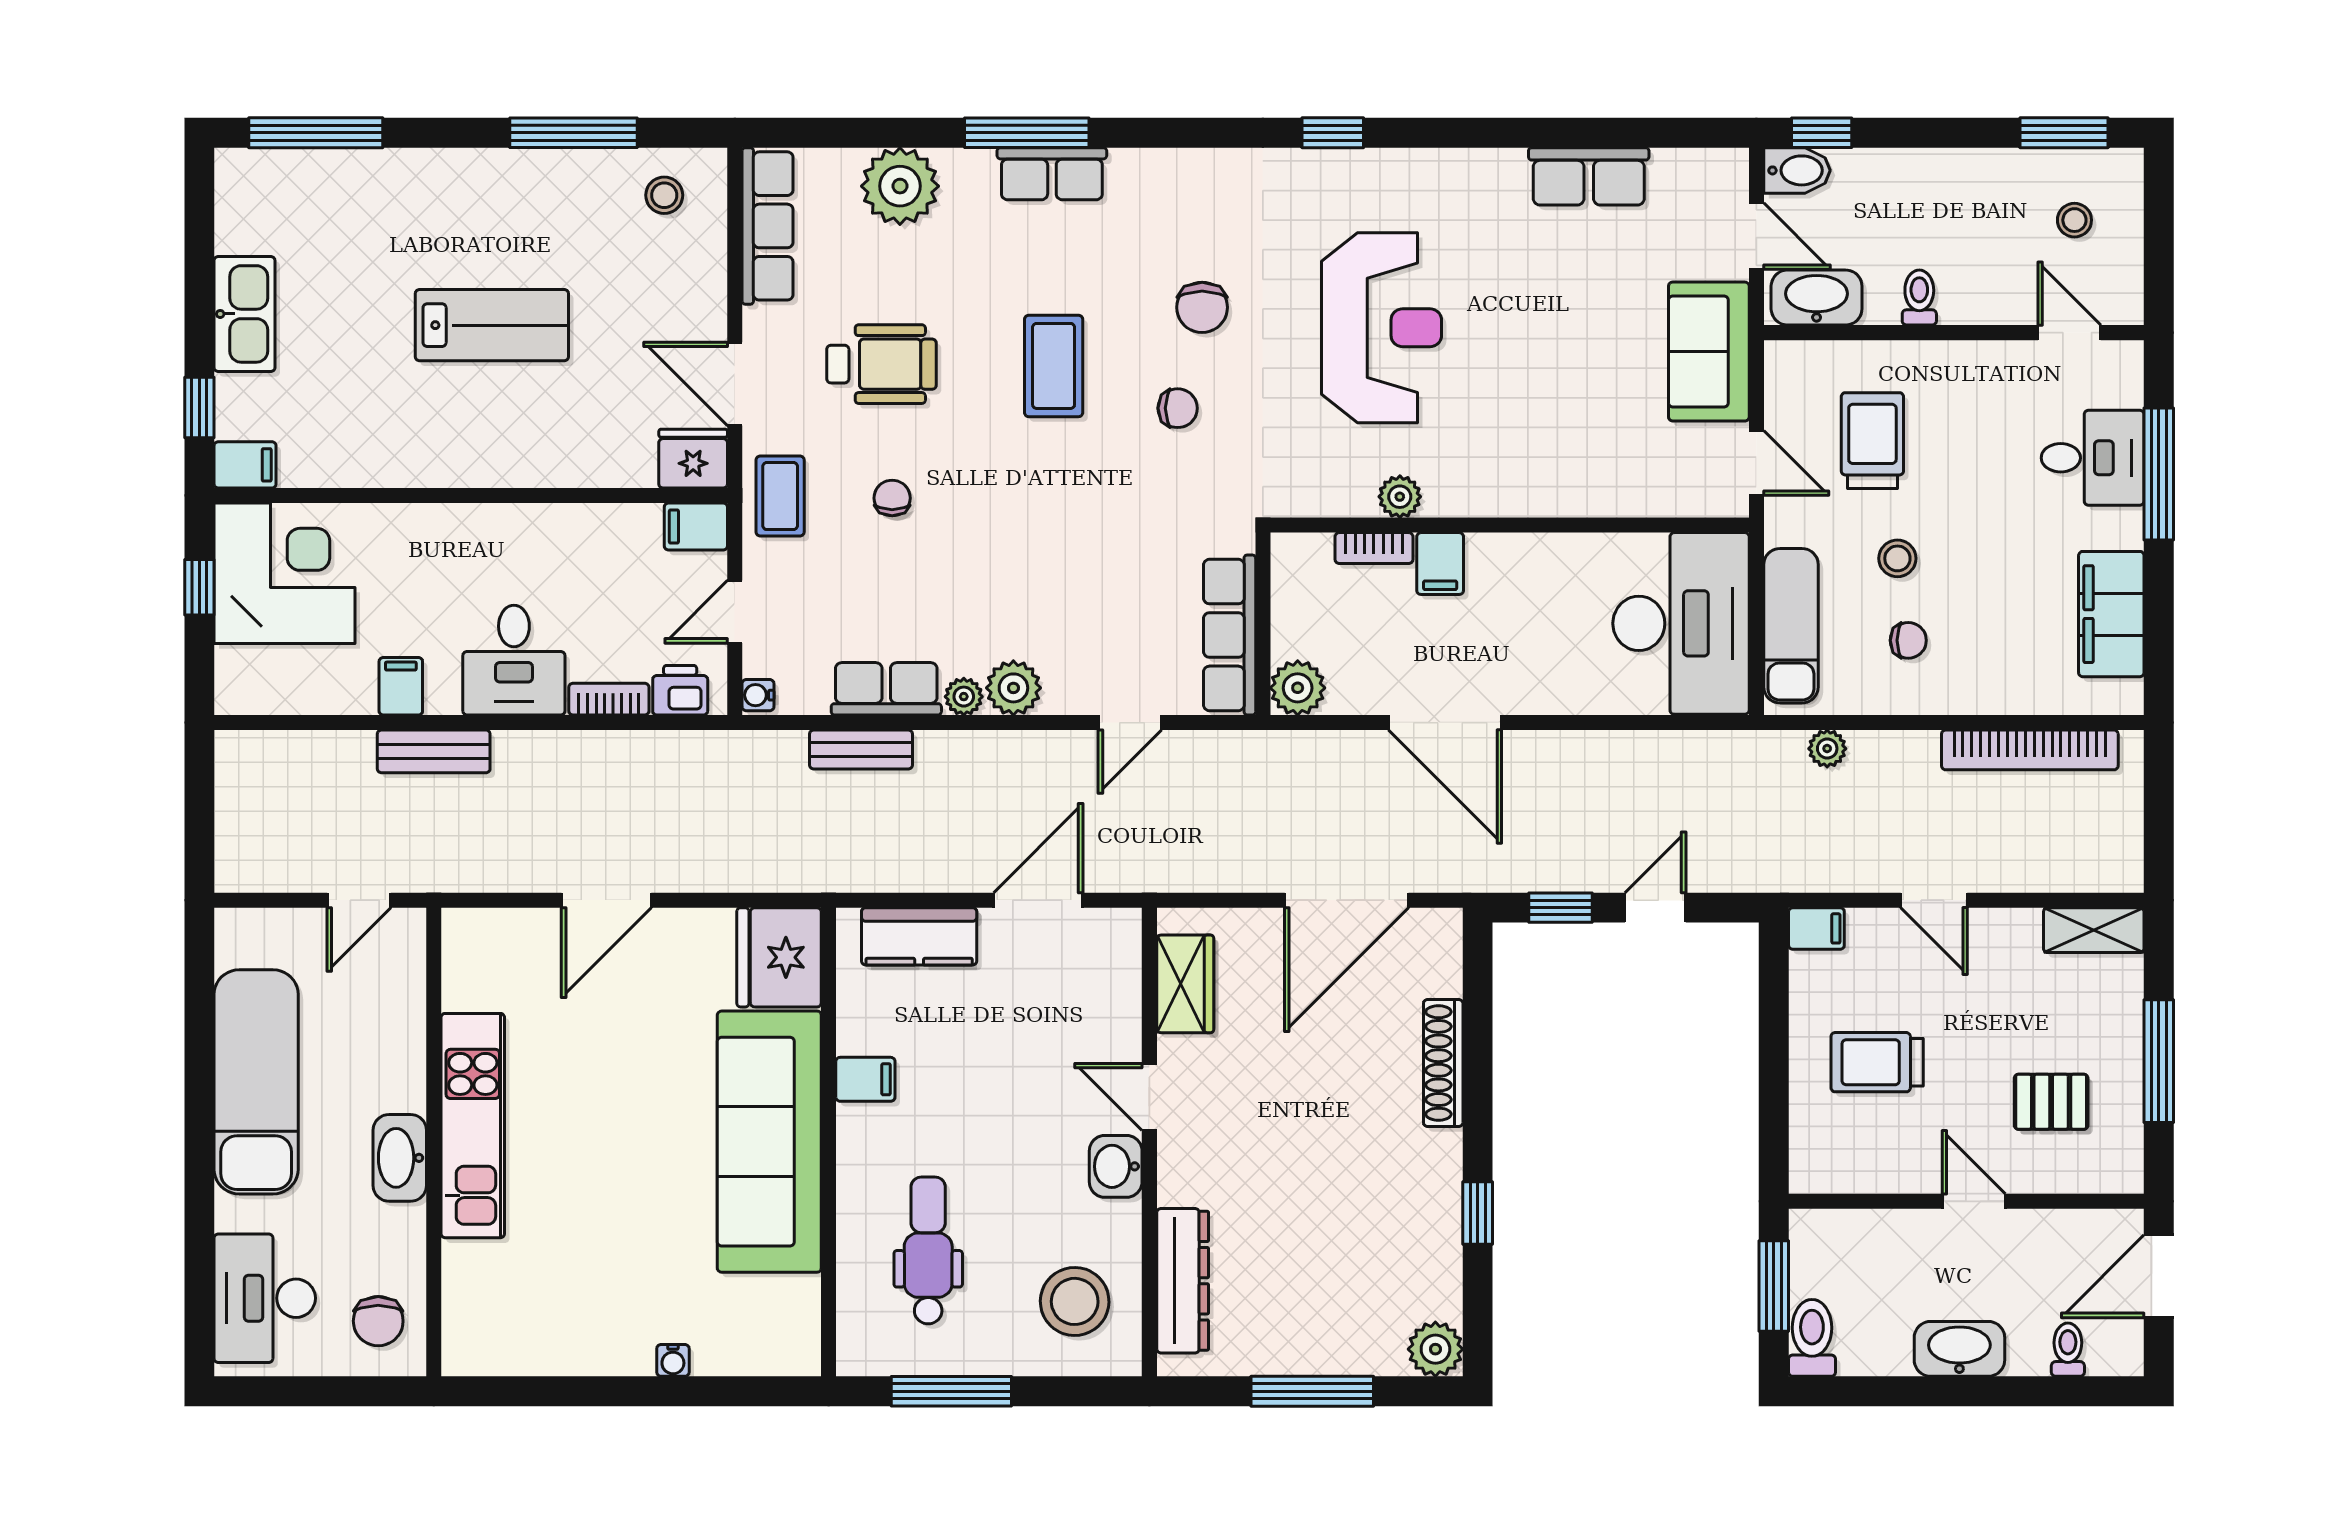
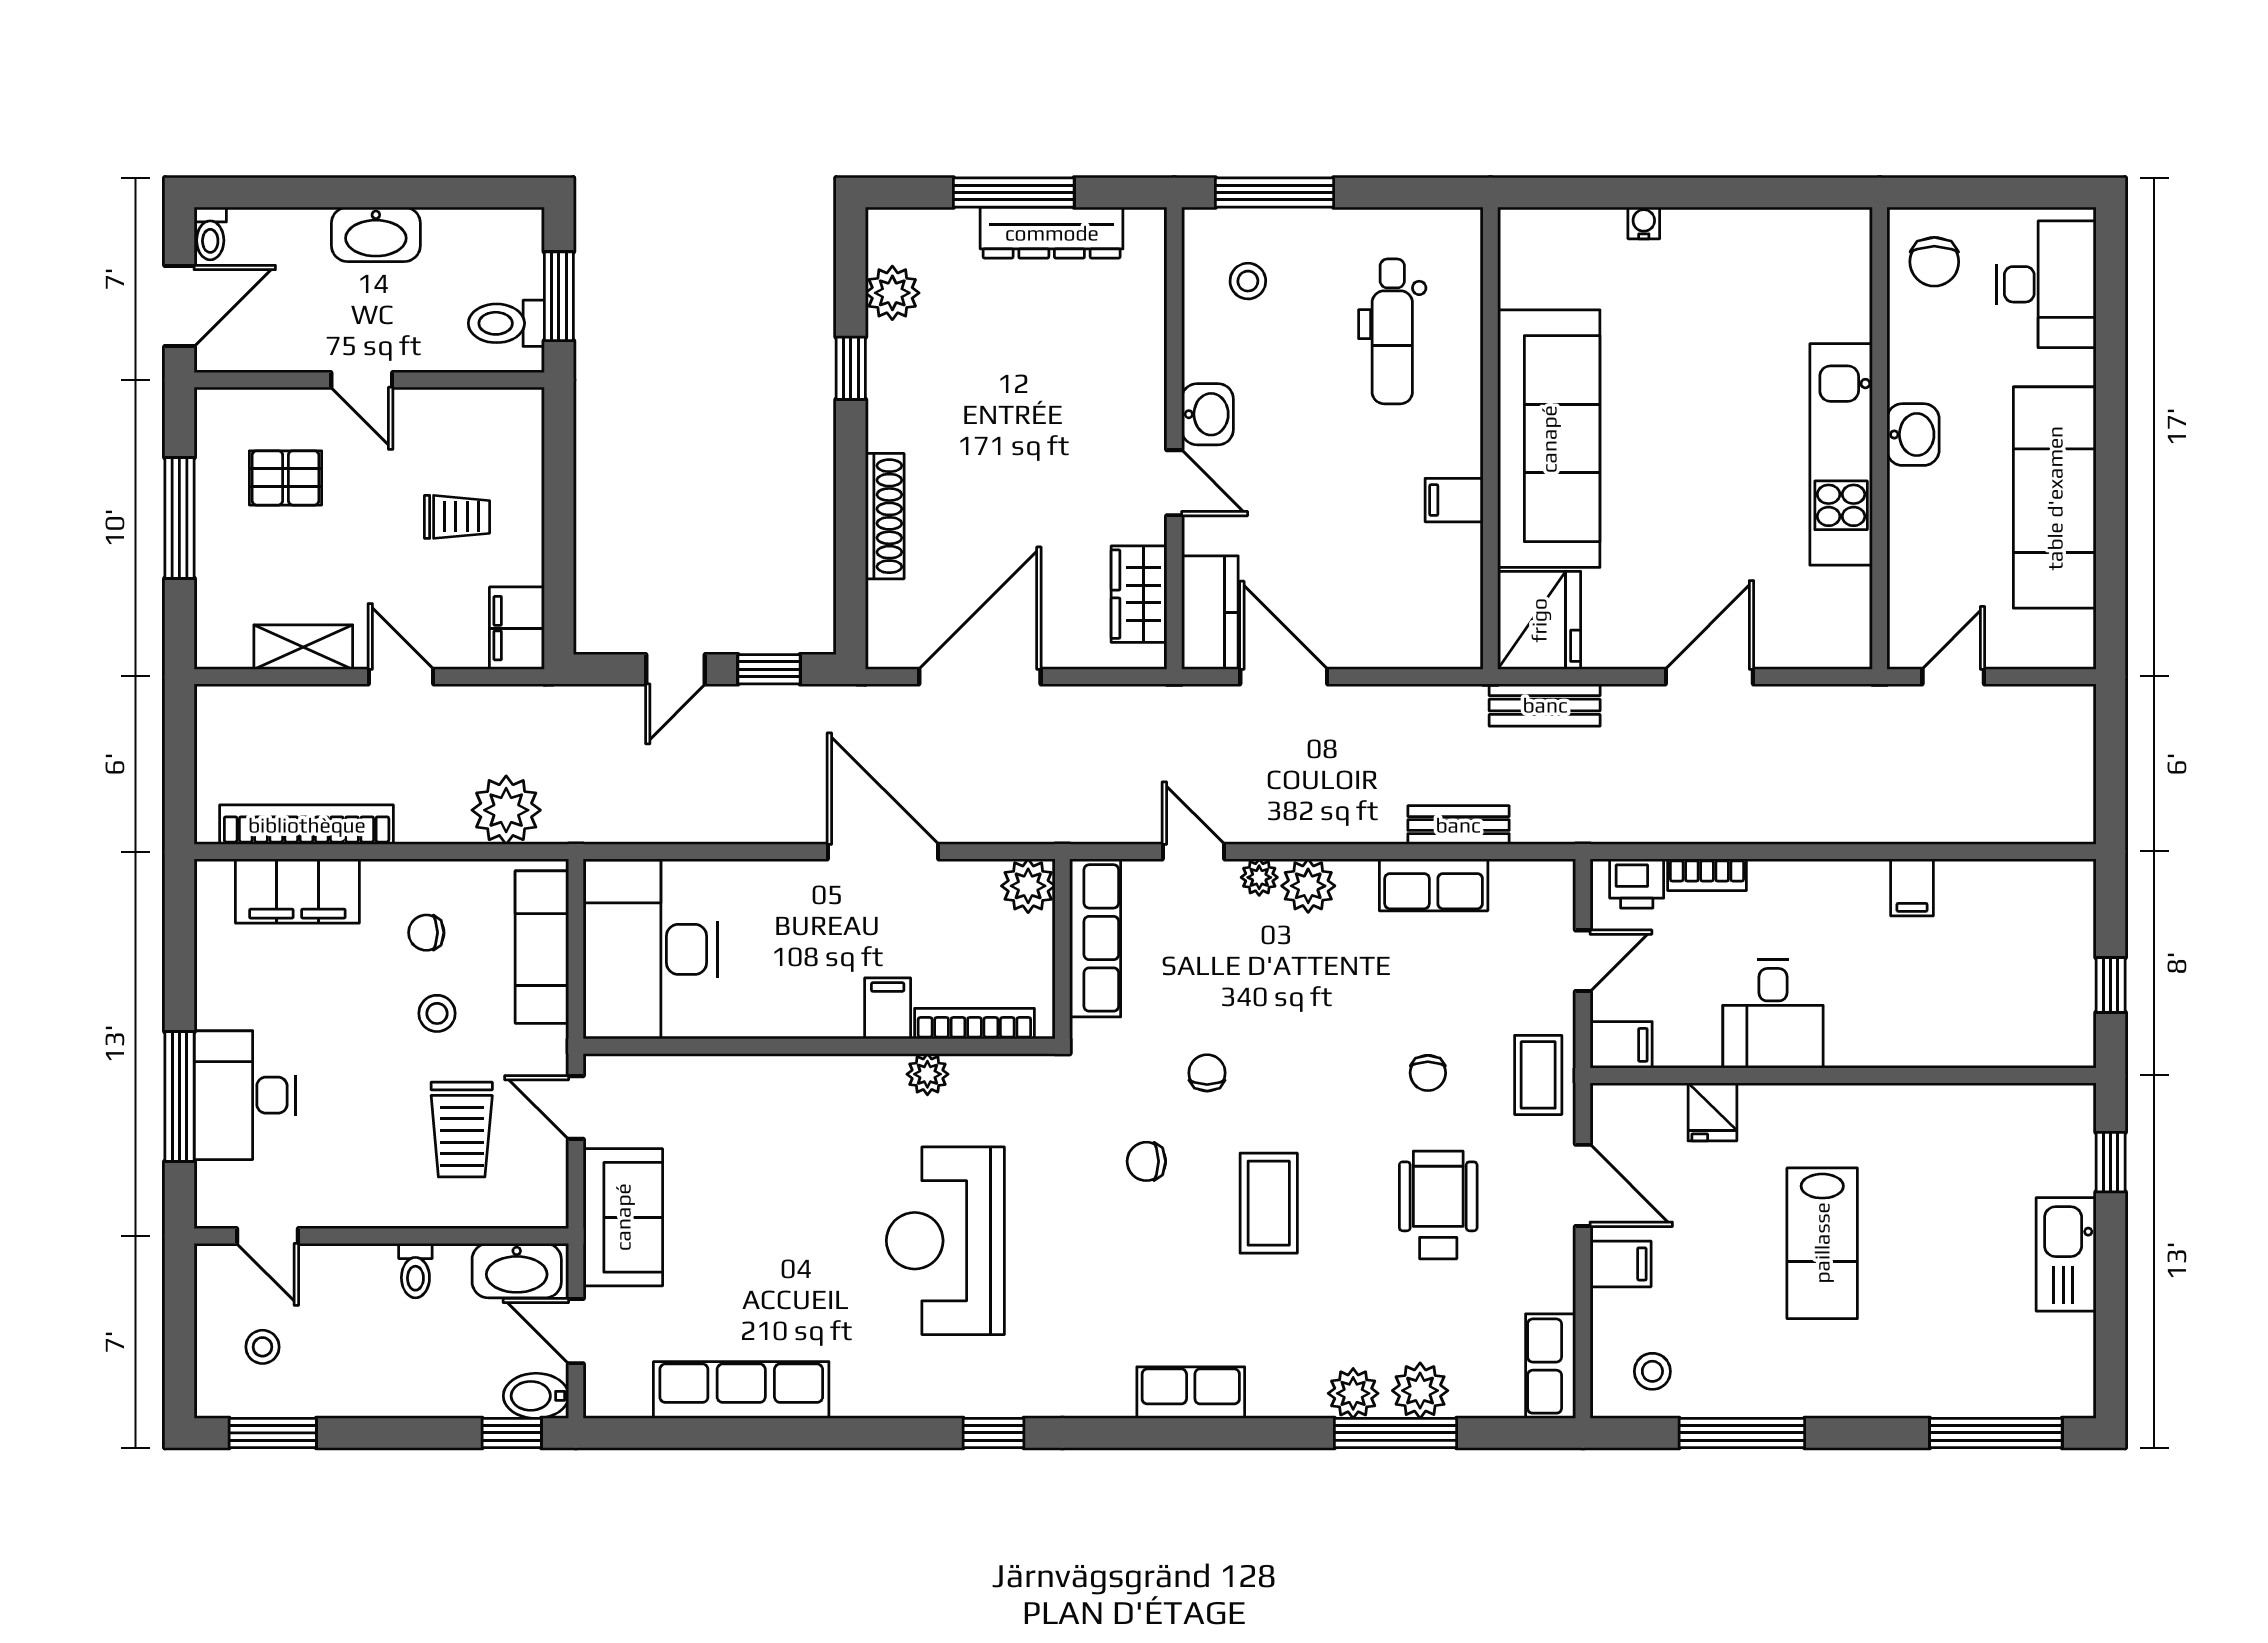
window: (1027, 133) -> (1396, 1433), moved
plant: (968, 173) -> (1353, 1393), added
row of seats: (1052, 174) -> (1191, 1393), moved
row of seats: (1589, 176) -> (741, 1390), width x1.48
plant: (900, 186) -> (1420, 1391), width x0.73, depth x0.73
row of seats: (768, 226) -> (1551, 1366), width x0.68
chair: (1202, 307) -> (1207, 1073), moved, width x0.73, depth x0.73
lab bench: (492, 325) -> (1822, 1243), turned -90
wheelchair: (882, 364) -> (1438, 1205), turned 90
desk: (2093, 458) -> (245, 1095), width x1.37
fridge: (693, 459) -> (1712, 1112), moved, width x0.72
filing cabinet: (245, 465) -> (1621, 1264), moved, turned 180
bookcase: (1374, 548) -> (974, 1024), width x1.56
corner desk: (284, 573) -> (2027, 999), removed
filing cabinet: (2111, 614) -> (297, 891), moved, turned 90
desk: (514, 660) -> (1773, 1014), moved, turned 180
water cooler: (758, 695) -> (1560, 879), removed
plant: (964, 697) -> (1259, 877), moved
door: (1130, 723) -> (1193, 852), hinge flipped
plant: (1827, 749) -> (506, 810), width x1.88, depth x1.88
bench: (434, 751) -> (1545, 705), moved
door: (1038, 900) -> (1284, 677), swing flipped
filing cabinet: (1816, 928) -> (517, 628), width x2.00
shelving: (2094, 930) -> (303, 647), moved
kitchen counter: (919, 936) -> (1210, 613), moved, turned 90
trolley: (1877, 1062) -> (457, 517), width x0.73, depth x0.72
washbasin: (400, 1158) -> (1913, 435), width x0.72
dresser: (1183, 1281) -> (1052, 233), moved, turned -90
stool: (1075, 1301) -> (1248, 281), width x0.53, depth x0.53
chair: (378, 1321) -> (1934, 262), turned 180
toilet: (1812, 1338) -> (506, 323), moved, turned 90
plant: (1435, 1349) -> (892, 293), moved
toilet: (2068, 1350) -> (210, 234), moved
window: (951, 1391) -> (1275, 193), moved

